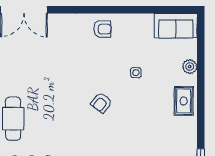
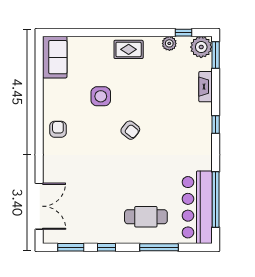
plant: (190, 67) -> (169, 43), moved
side table: (136, 73) -> (101, 96), width x1.87, depth x1.87

